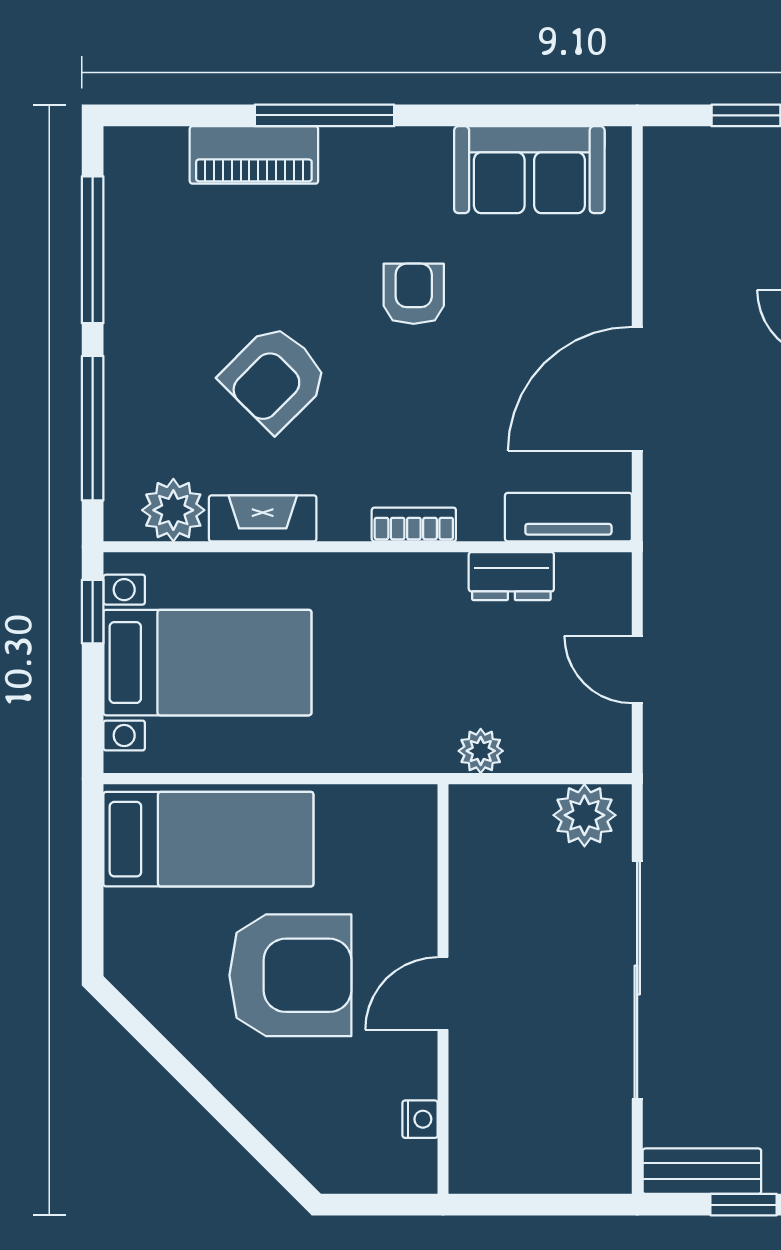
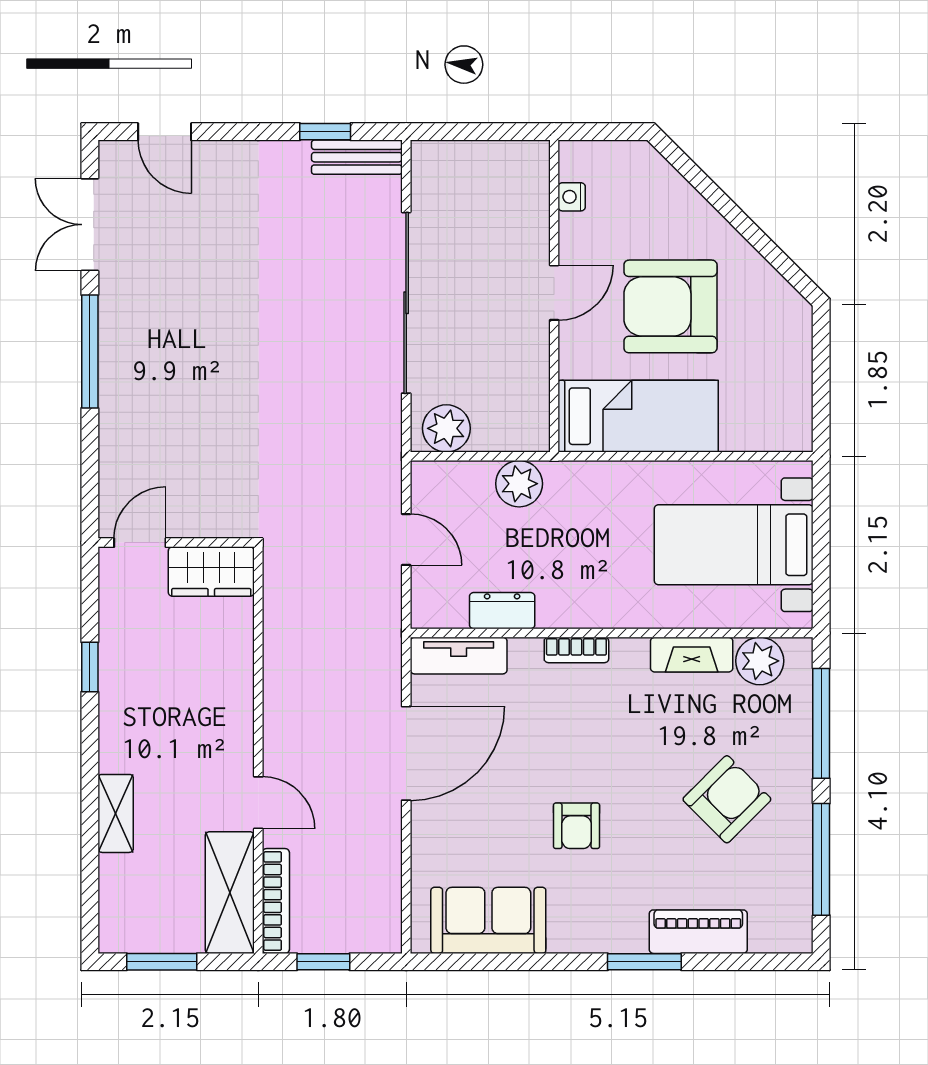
window: (325, 115) -> (644, 962), width x0.69
armchair: (275, 378) -> (727, 799), moved
window: (93, 612) -> (821, 584), removed
plant: (481, 751) -> (519, 484), width x1.38, depth x1.38
bed: (208, 839) -> (638, 416), moved, turned 180

